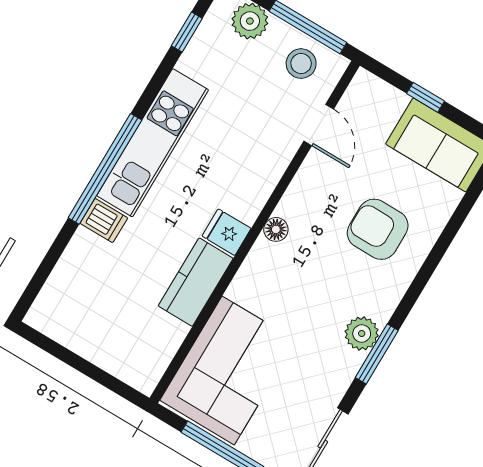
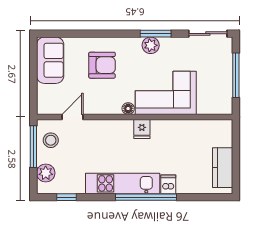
window: (425, 97) -> (33, 78), removed
armchair: (378, 229) -> (102, 65), turned -90
kitchen counter: (196, 282) -> (223, 168), moved, turned 90
corner sofa: (228, 370) -> (166, 93), moved

